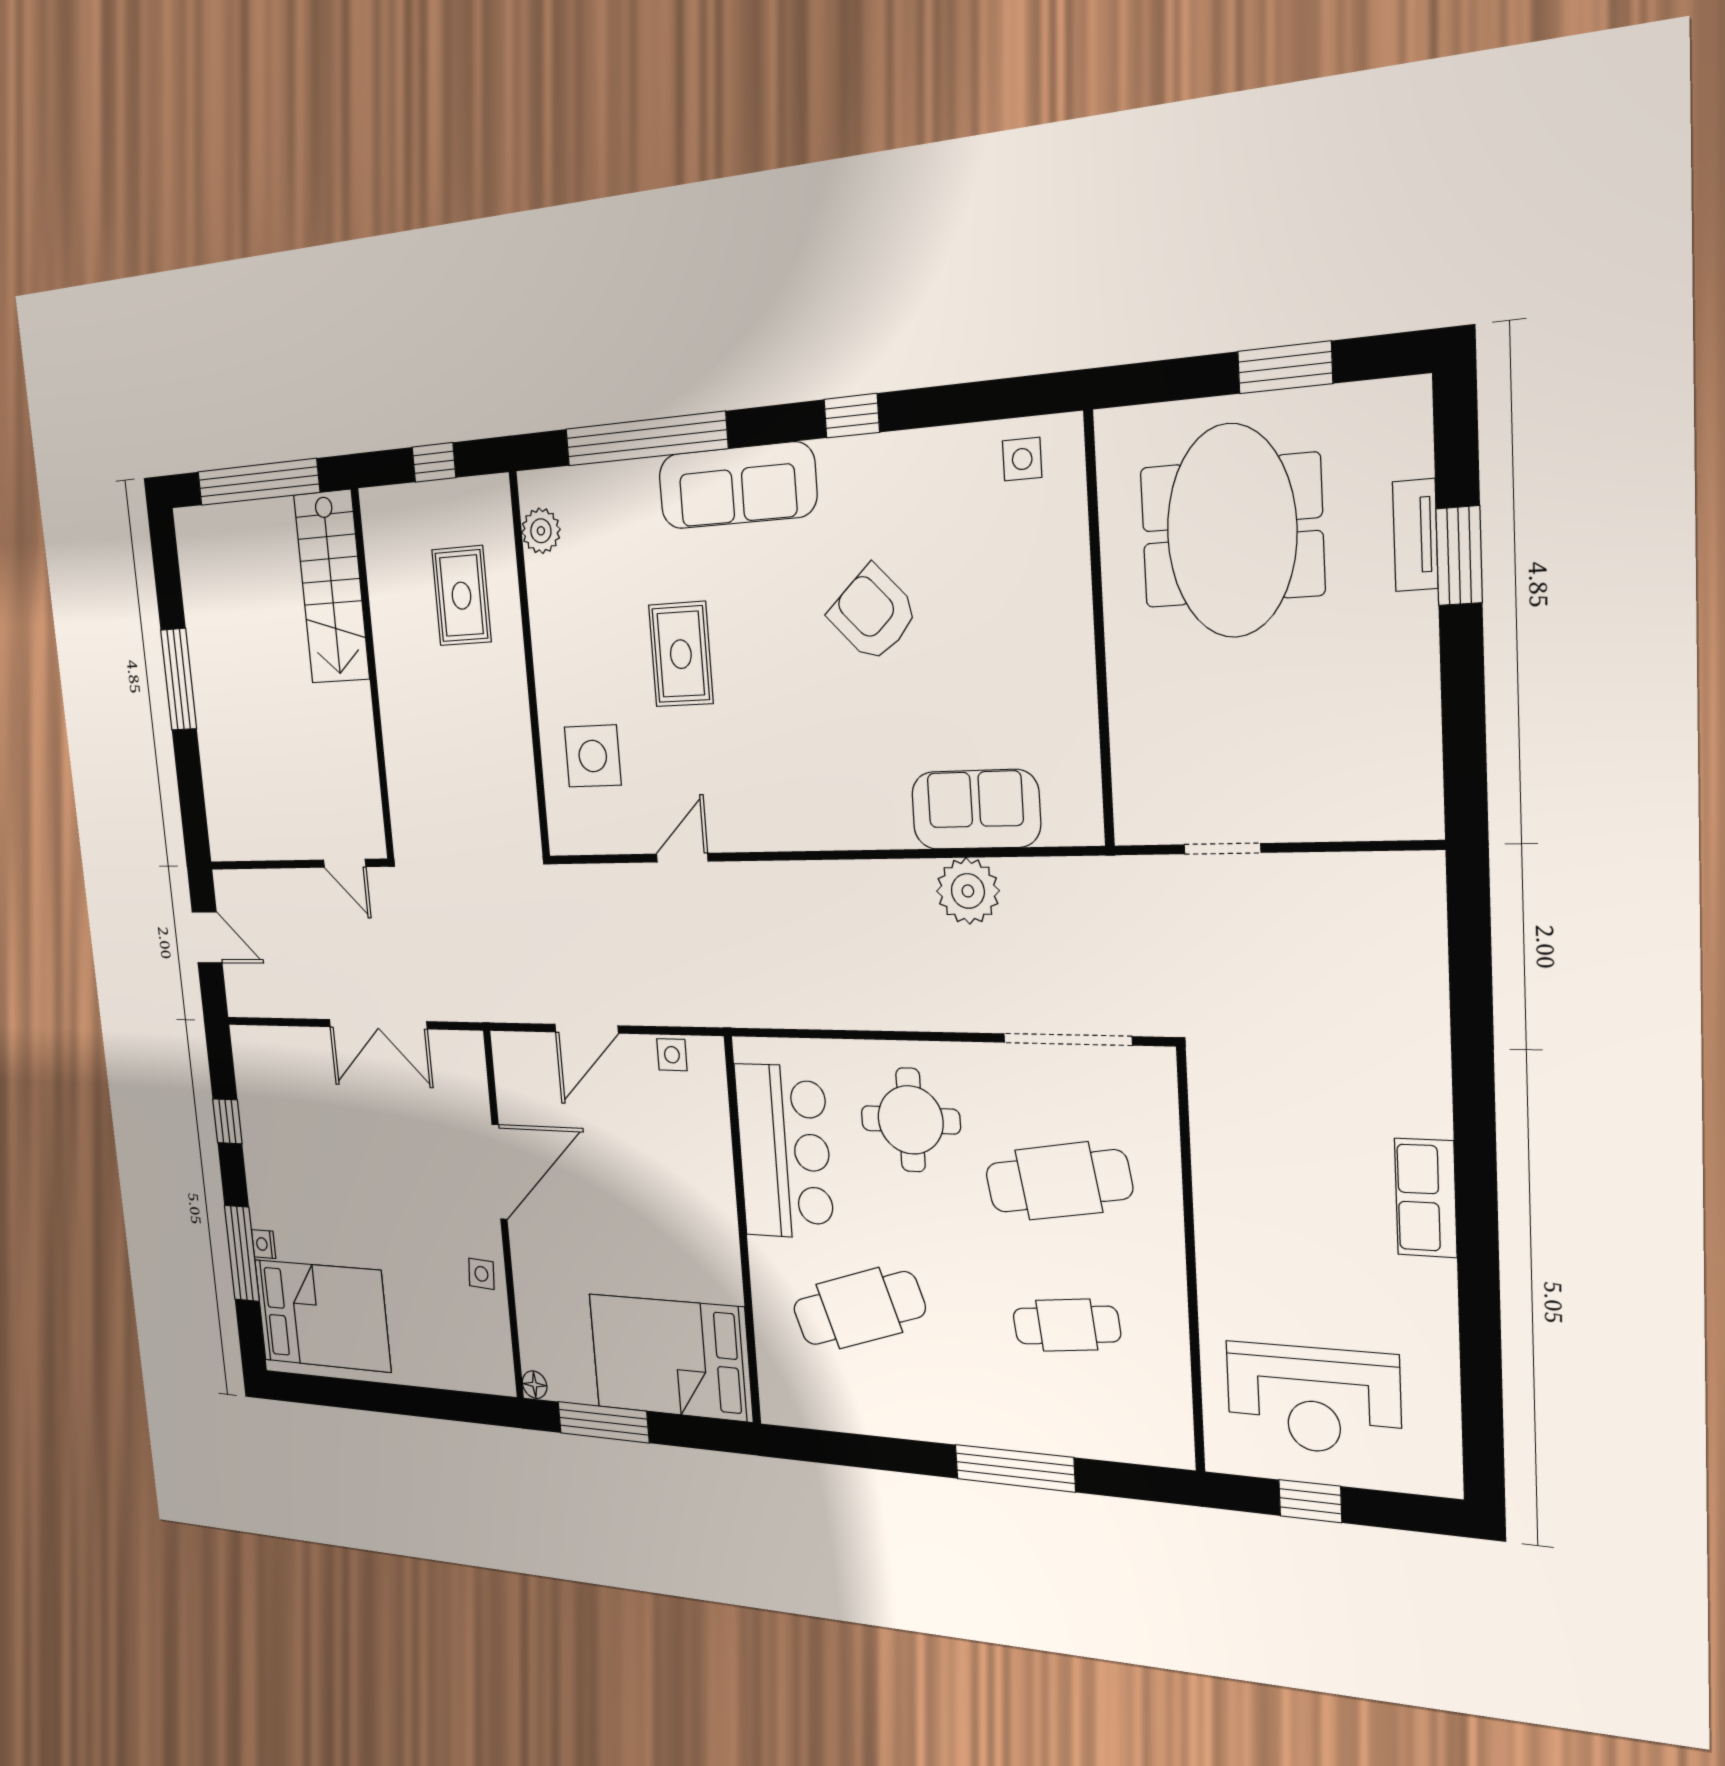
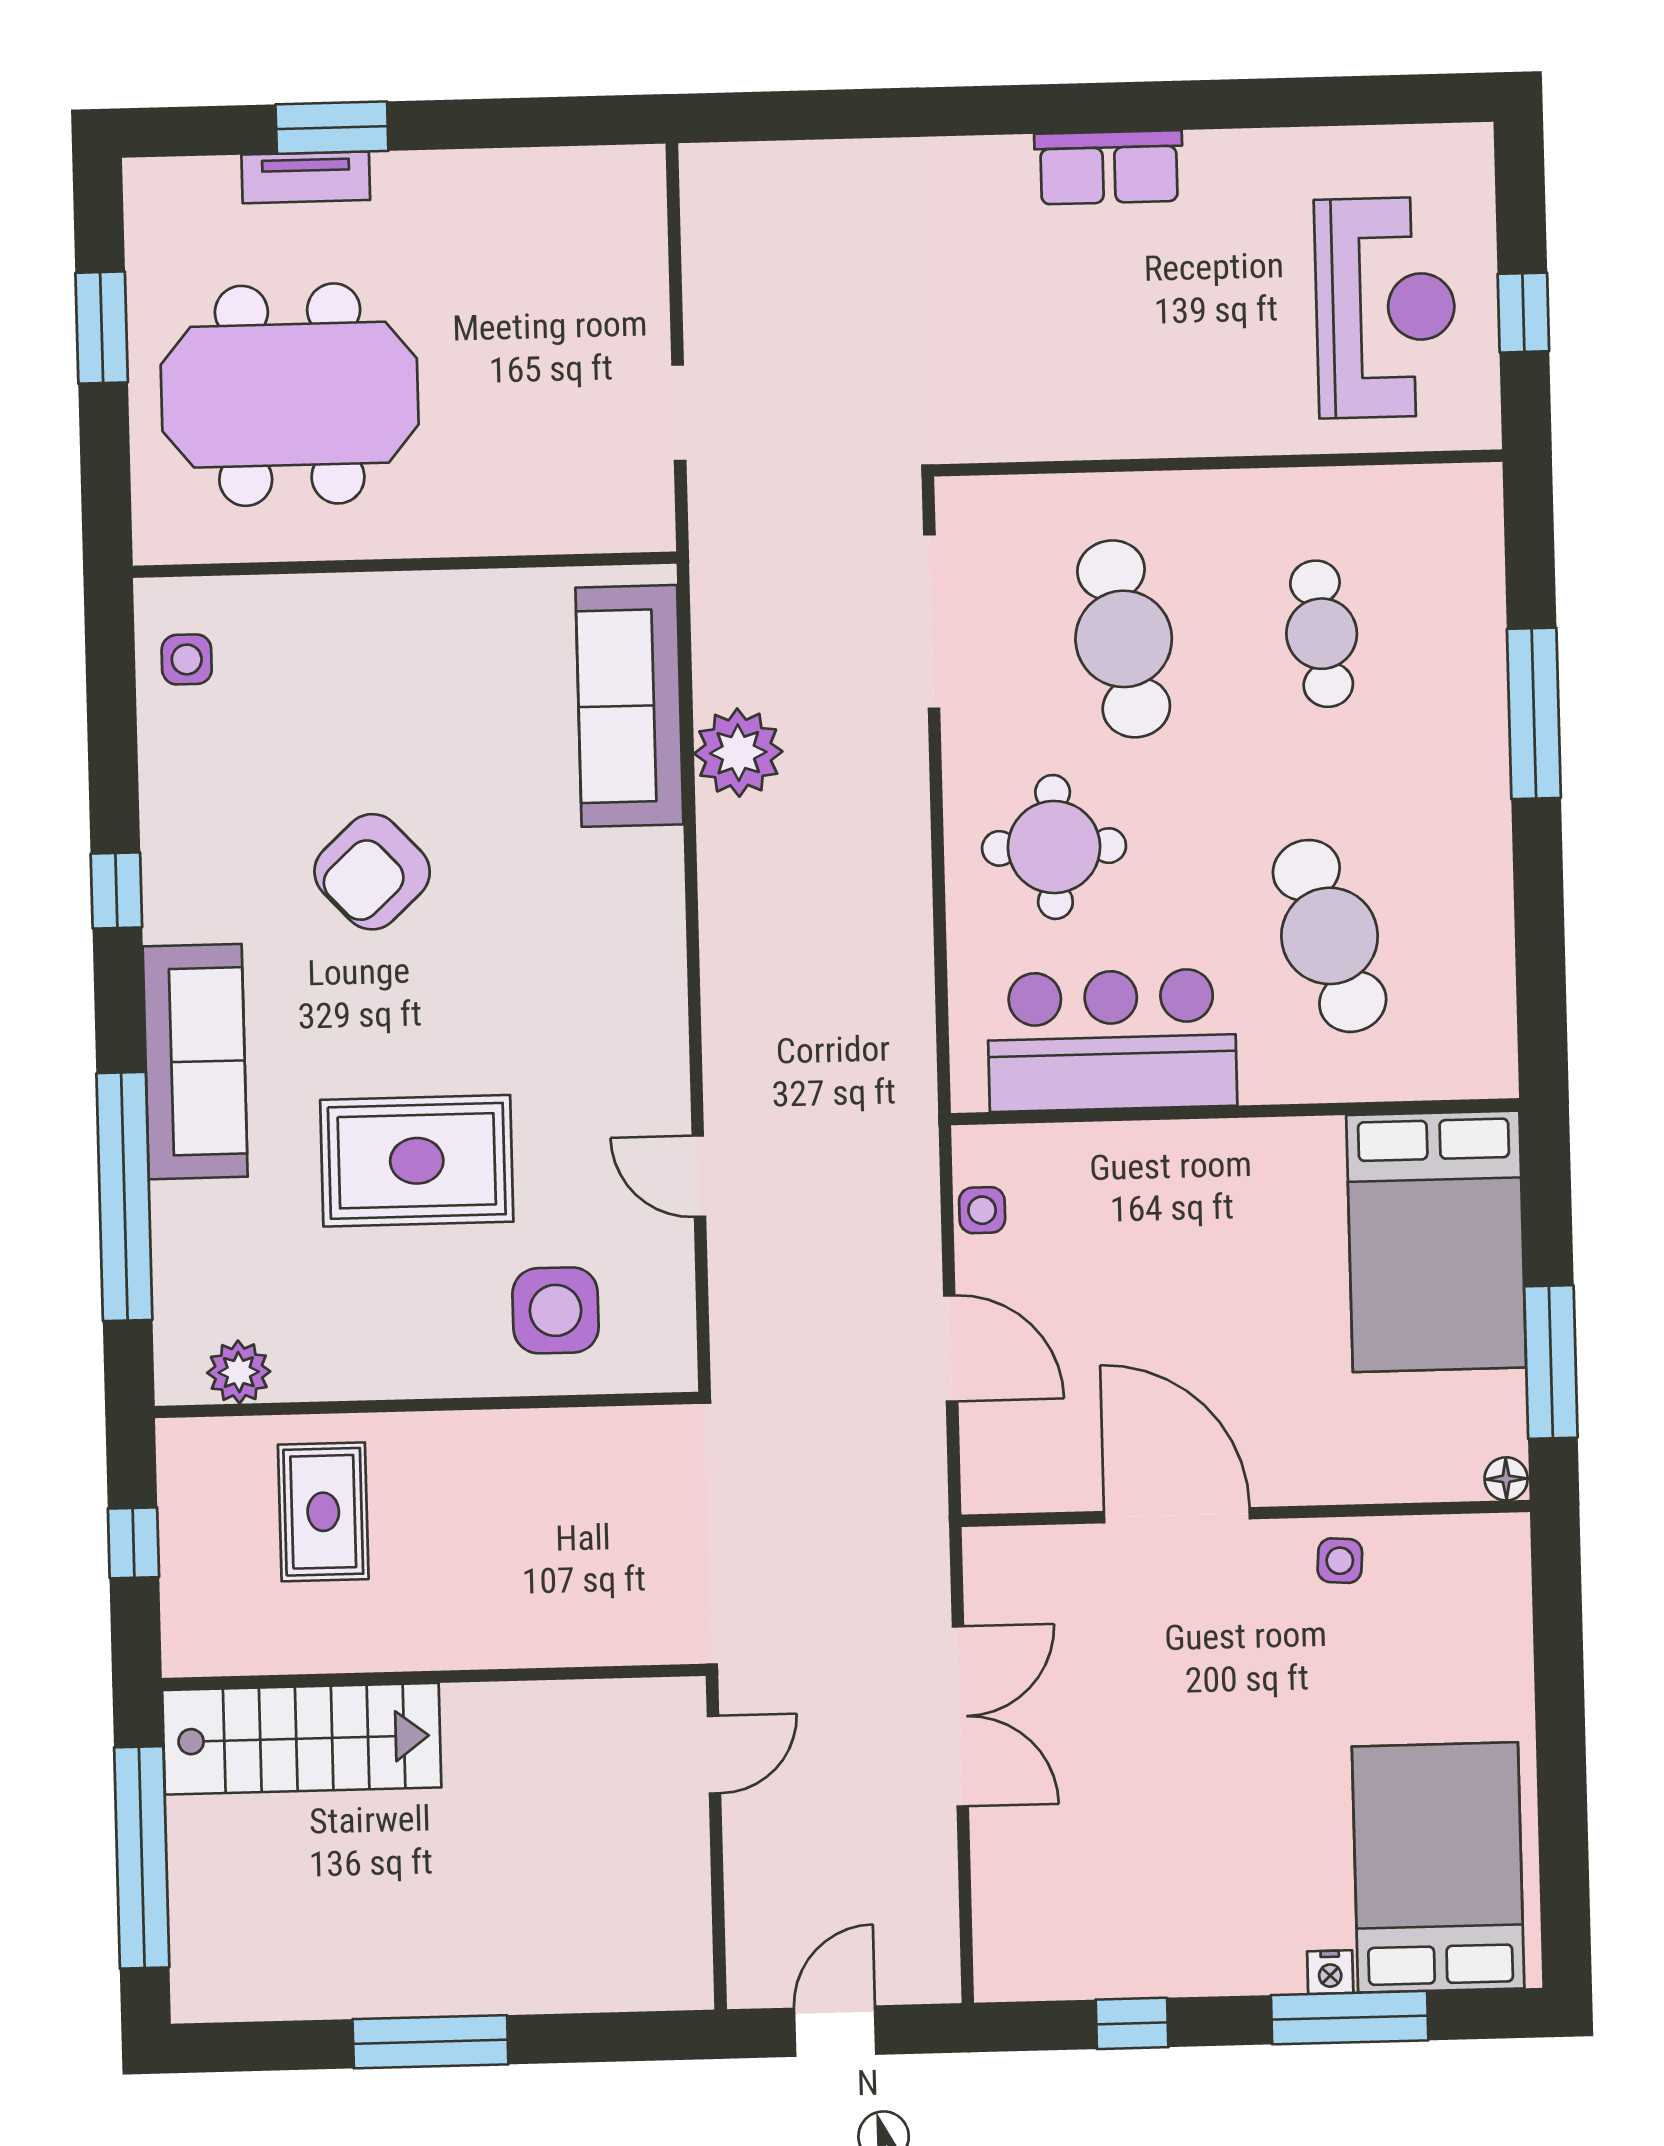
rug: (461, 596) -> (323, 1512), turned 90
rug: (681, 654) -> (417, 1161), width x1.36, depth x1.43
sofa: (976, 809) -> (629, 706), width x1.36

